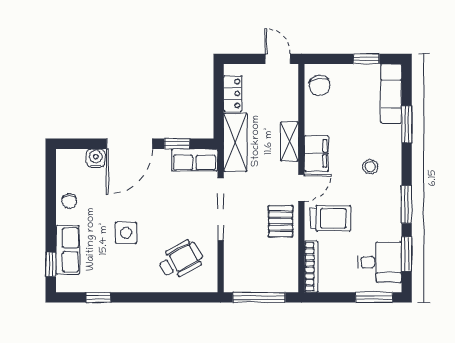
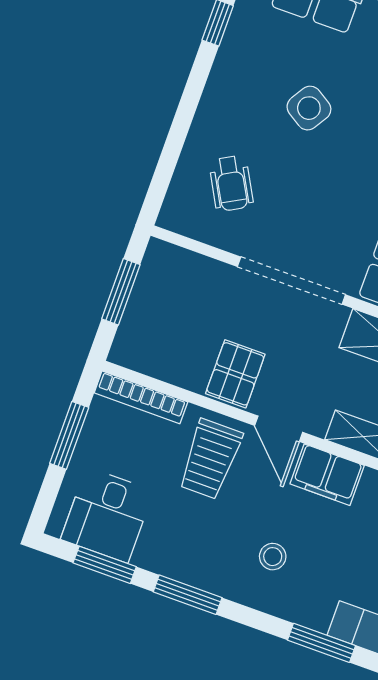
pallet: (281, 221) -> (235, 374), turned 90
side table: (126, 233) -> (309, 108), turned 32
wheelchair: (181, 260) -> (231, 183), width x0.73, depth x0.73
window: (259, 297) -> (121, 292), width x0.69
window: (374, 297) -> (69, 435), moved

